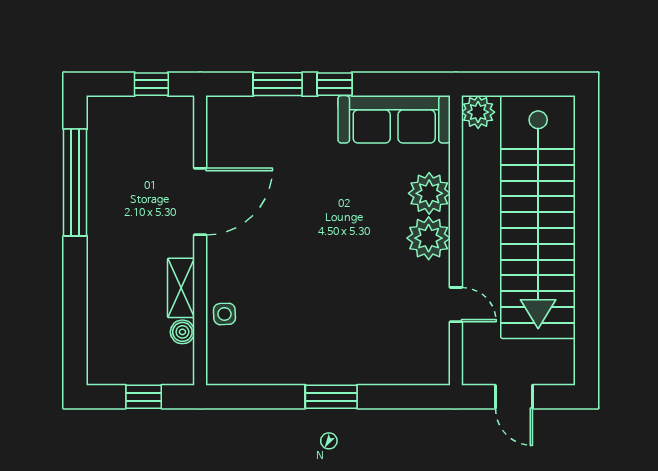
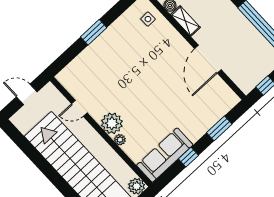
window: (335, 84) -> (188, 157), moved
plant: (429, 193) -> (120, 140), width x0.53, depth x0.53
side table: (224, 314) -> (148, 19), moved

